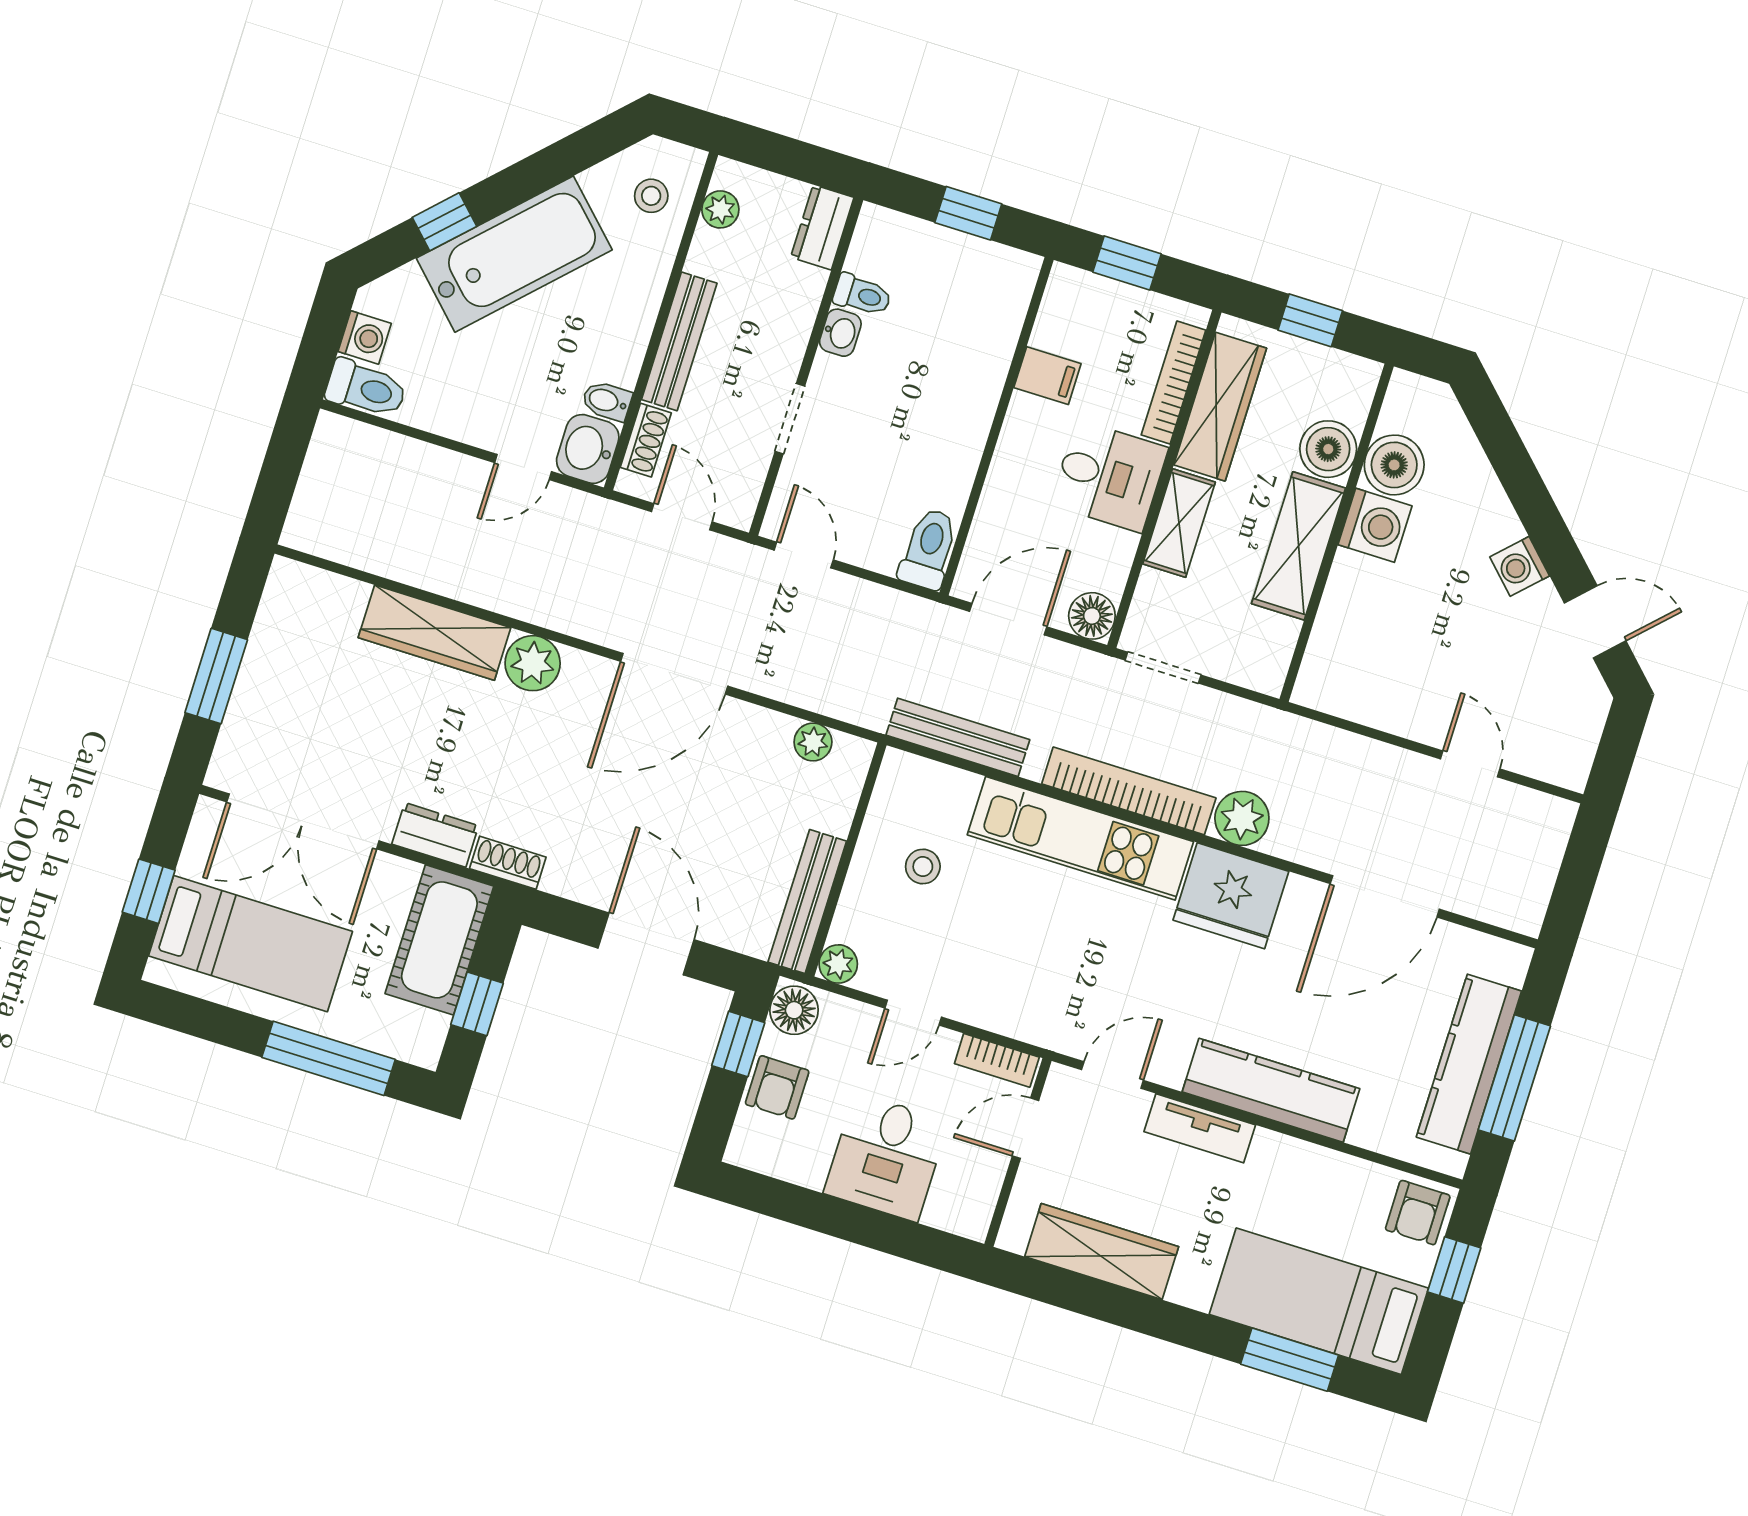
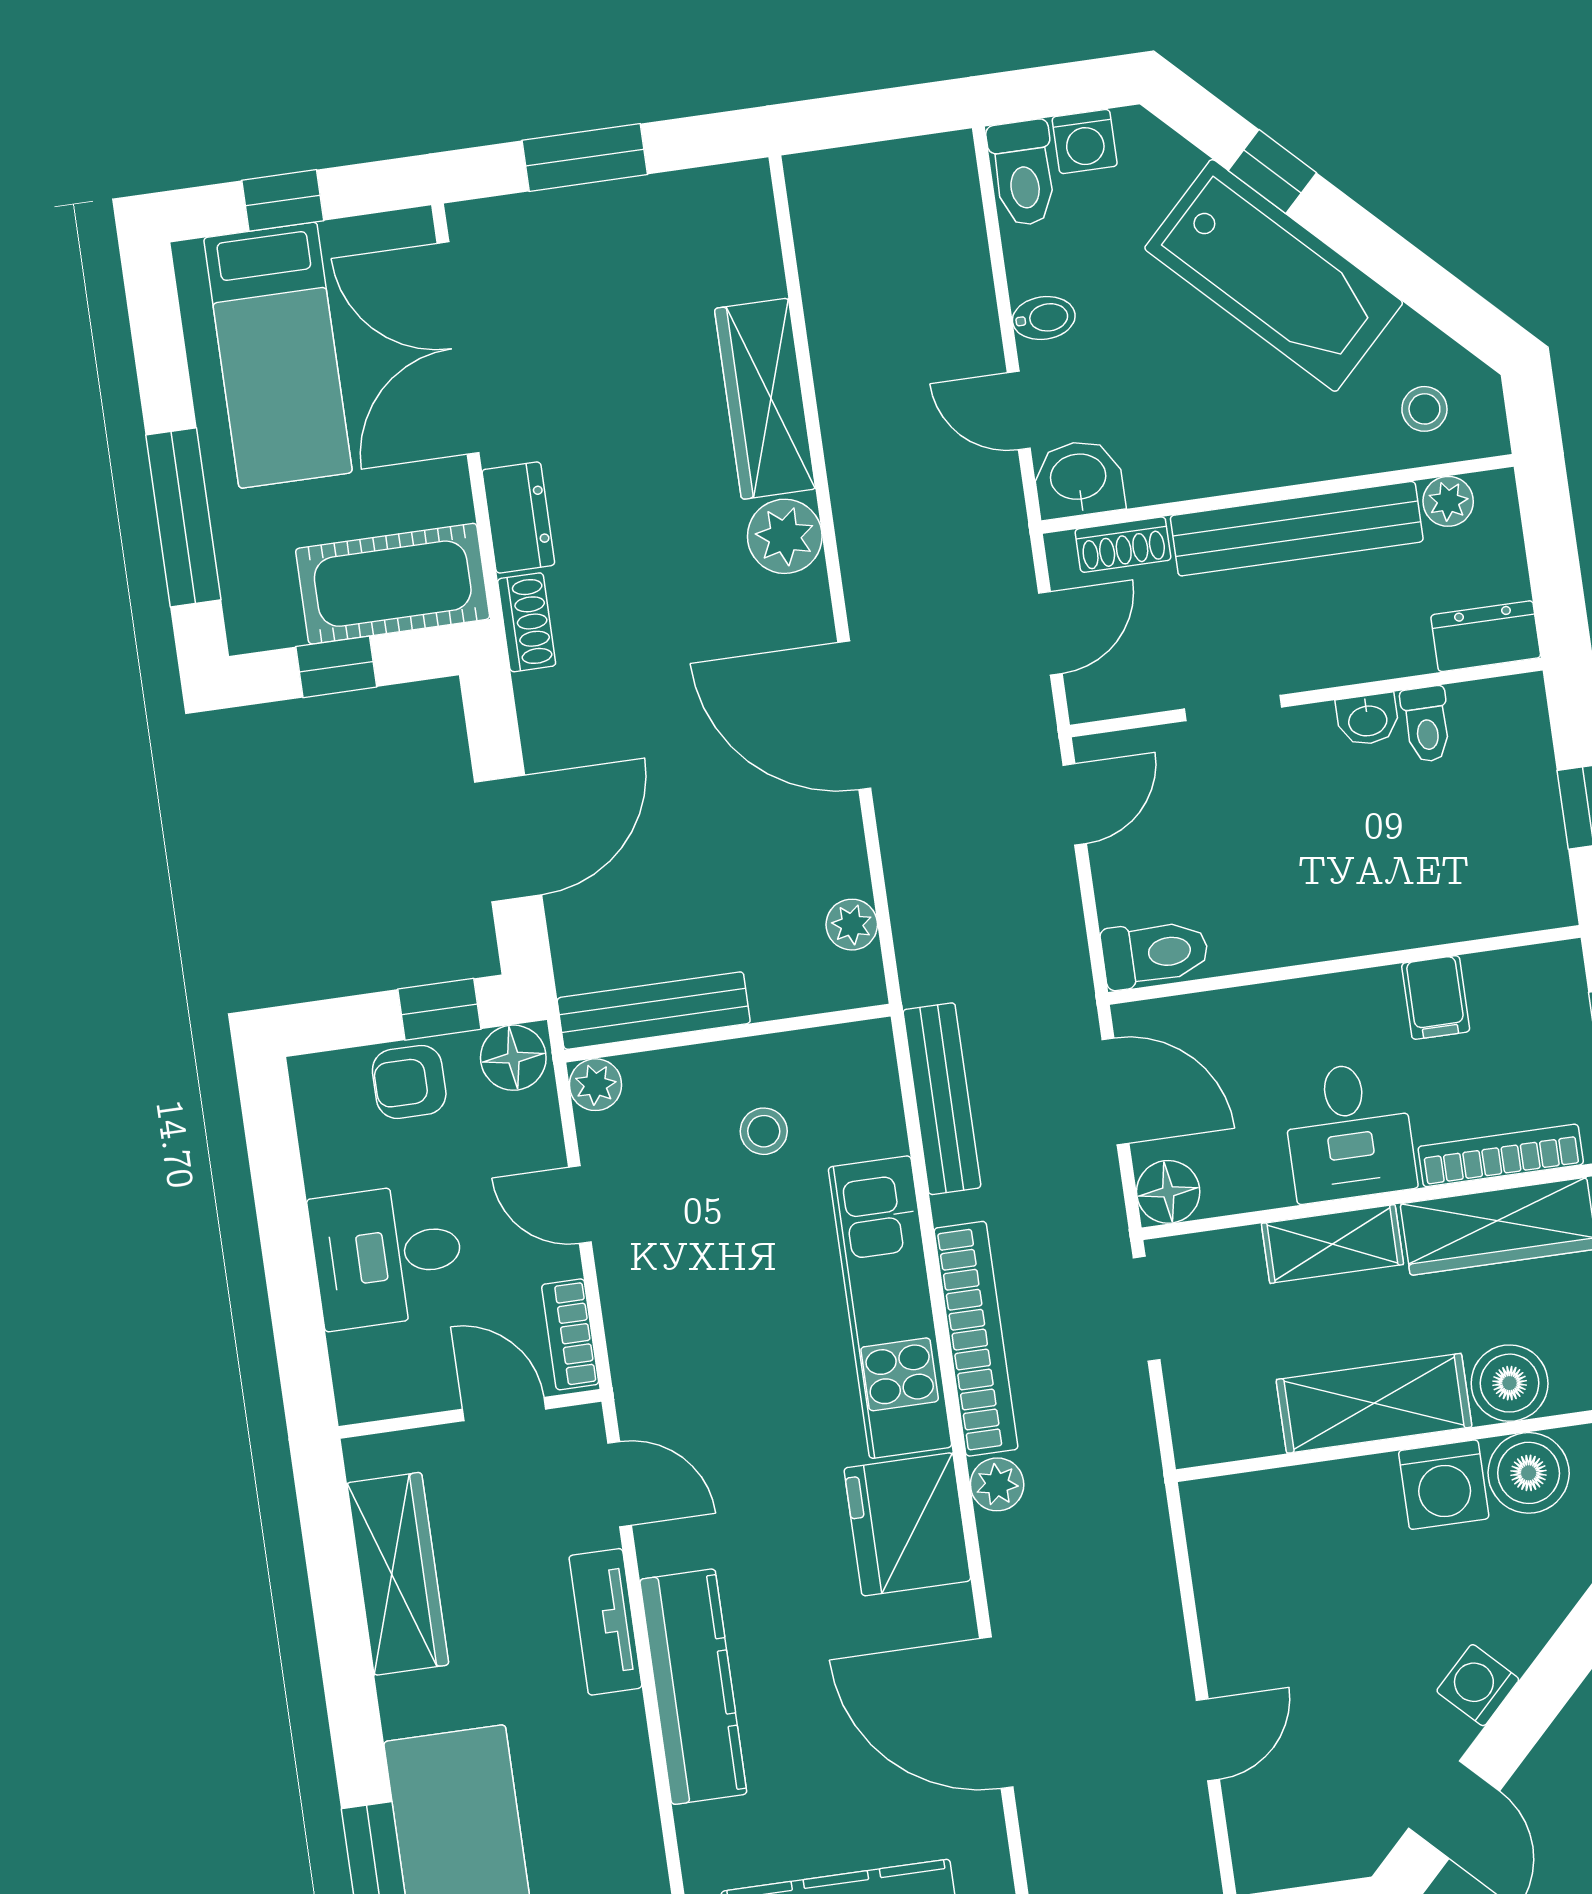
bench: (679, 341) -> (1297, 529), width x1.37, depth x1.21
bidet: (607, 401) -> (1044, 318), moved, turned 90
plant: (1242, 818) -> (997, 1484), width x0.73, depth x0.73

